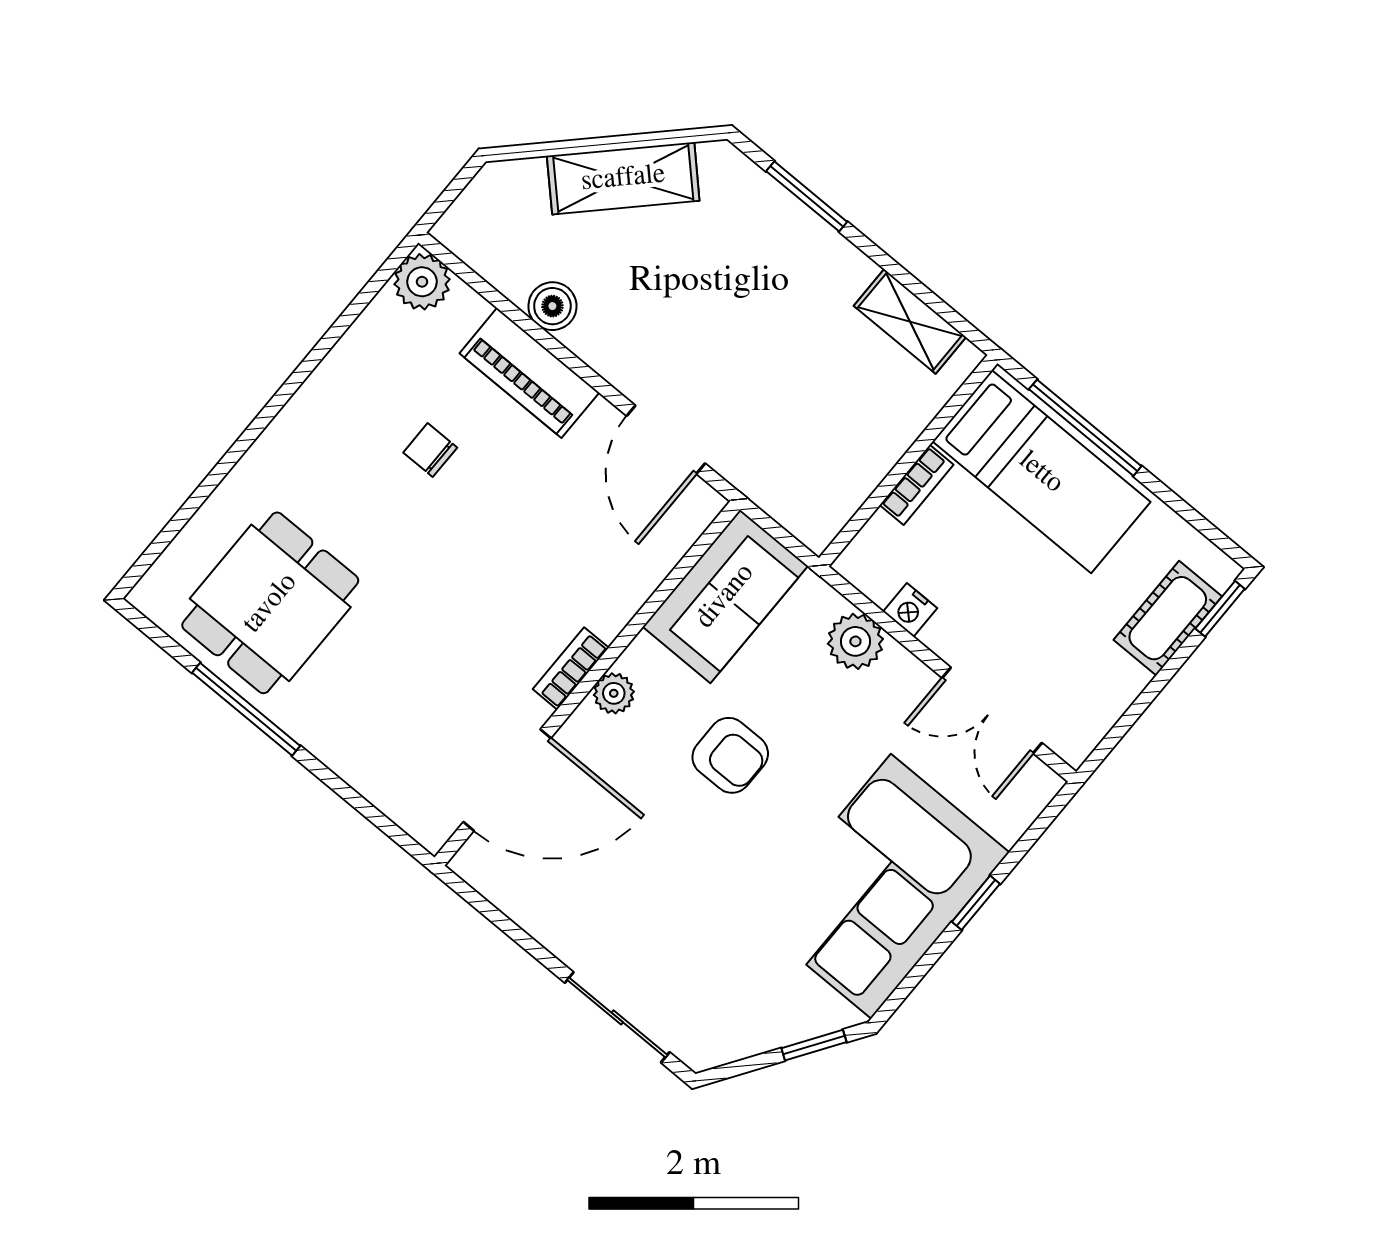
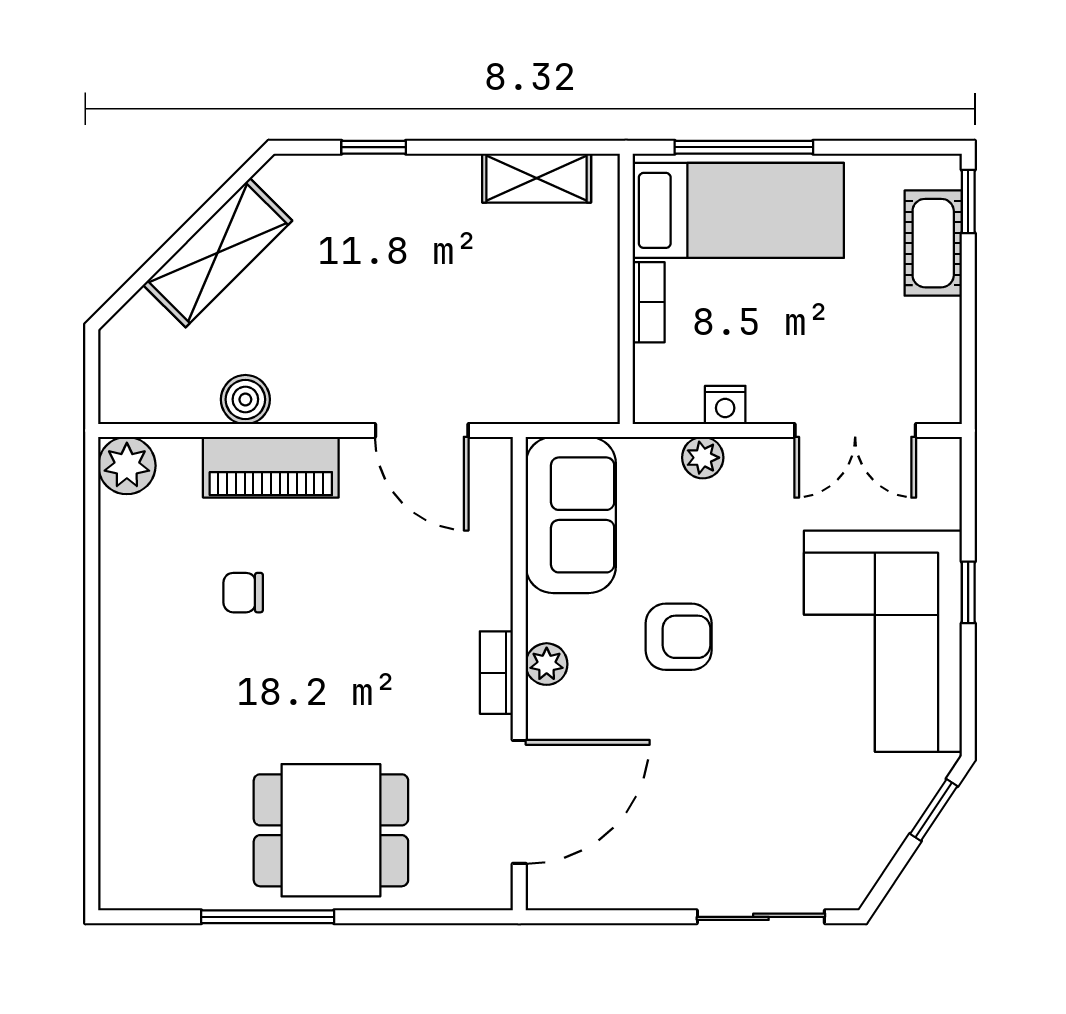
window: (807, 196) -> (374, 147), width x0.67
dining table: (270, 603) -> (331, 830), moved, turned 90
plant: (855, 641) -> (703, 458), width x0.73, depth x0.73

